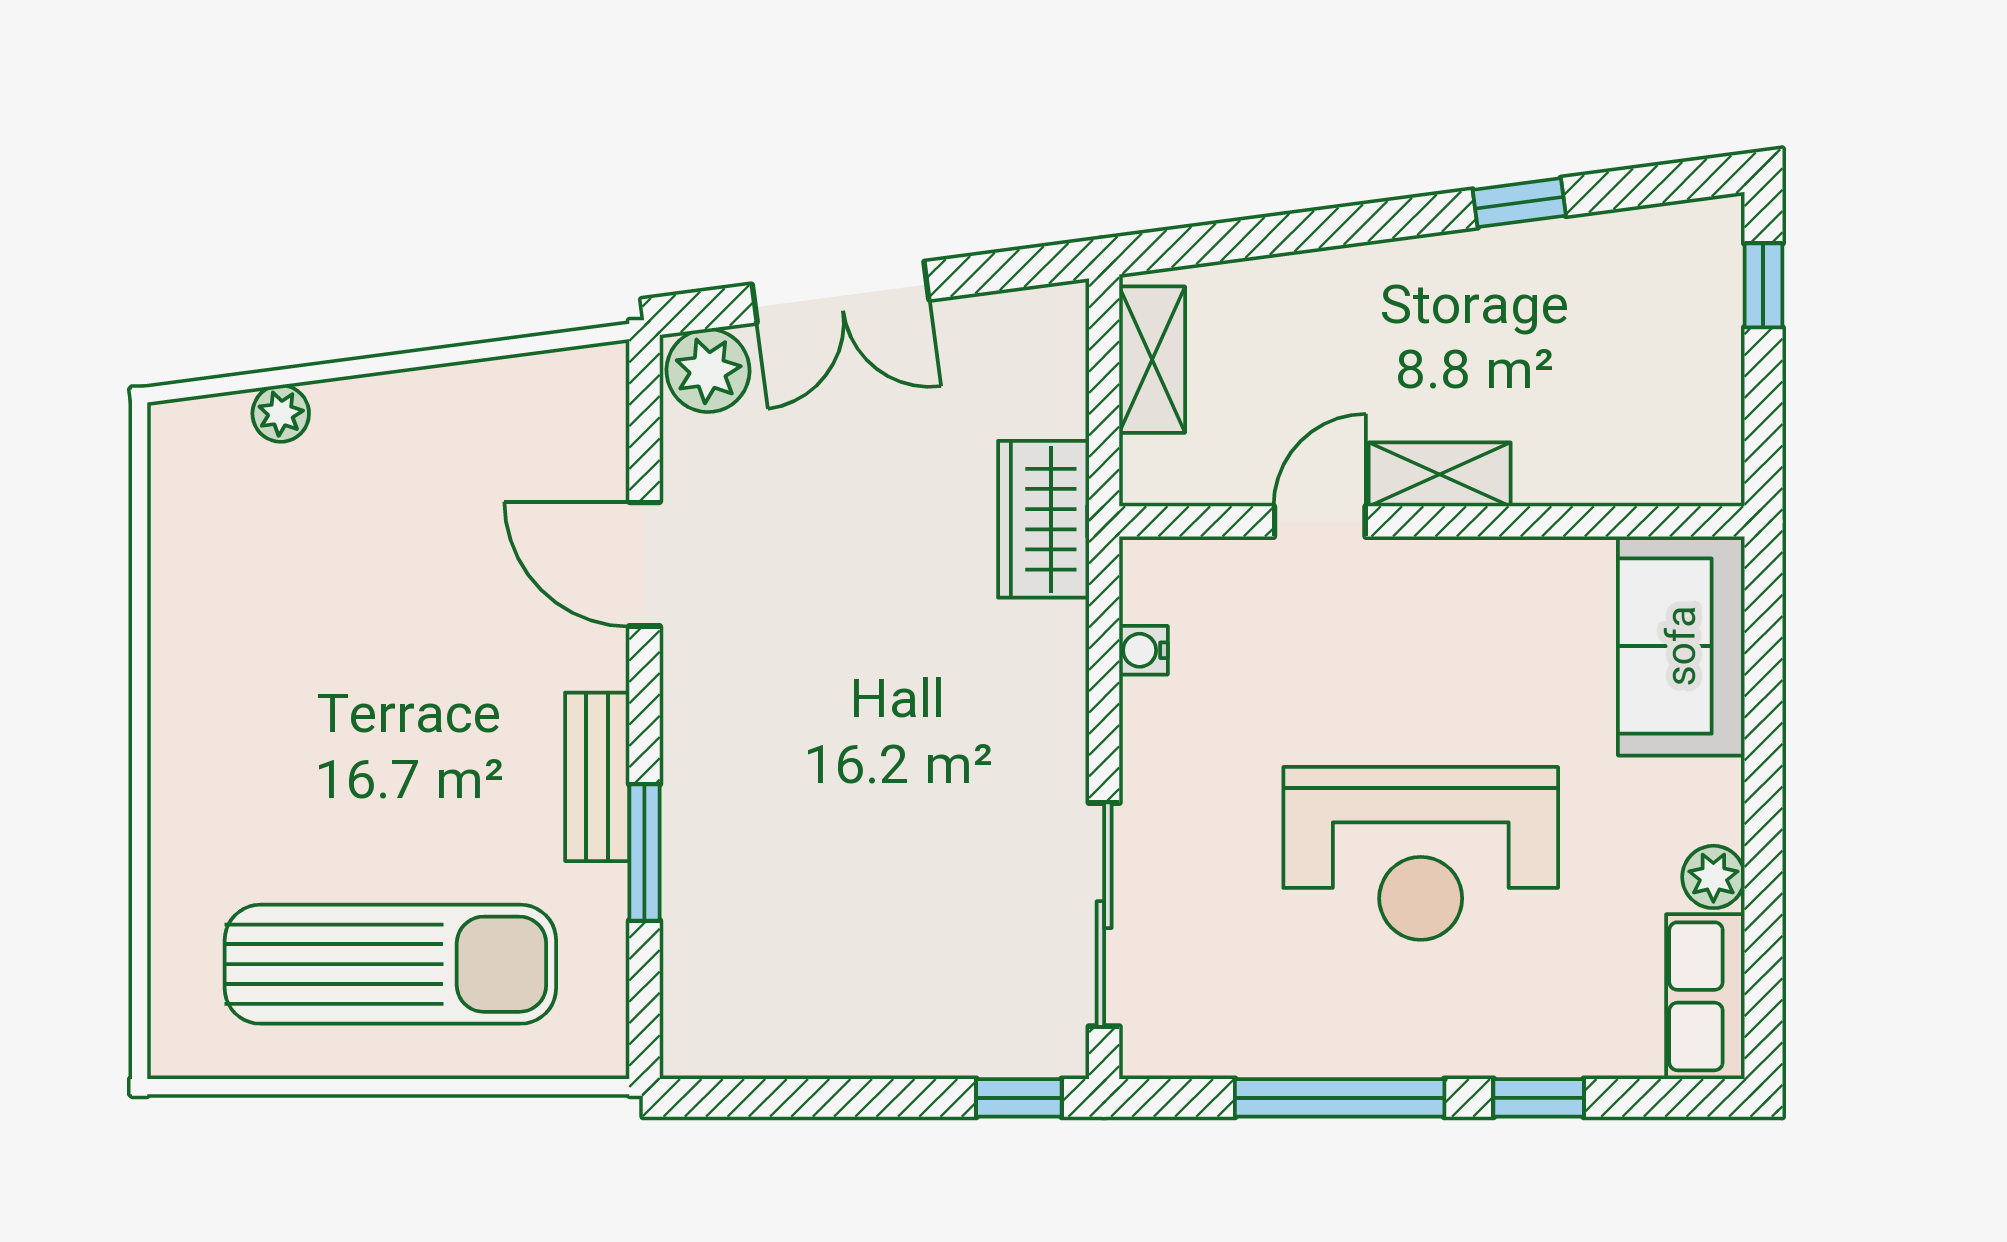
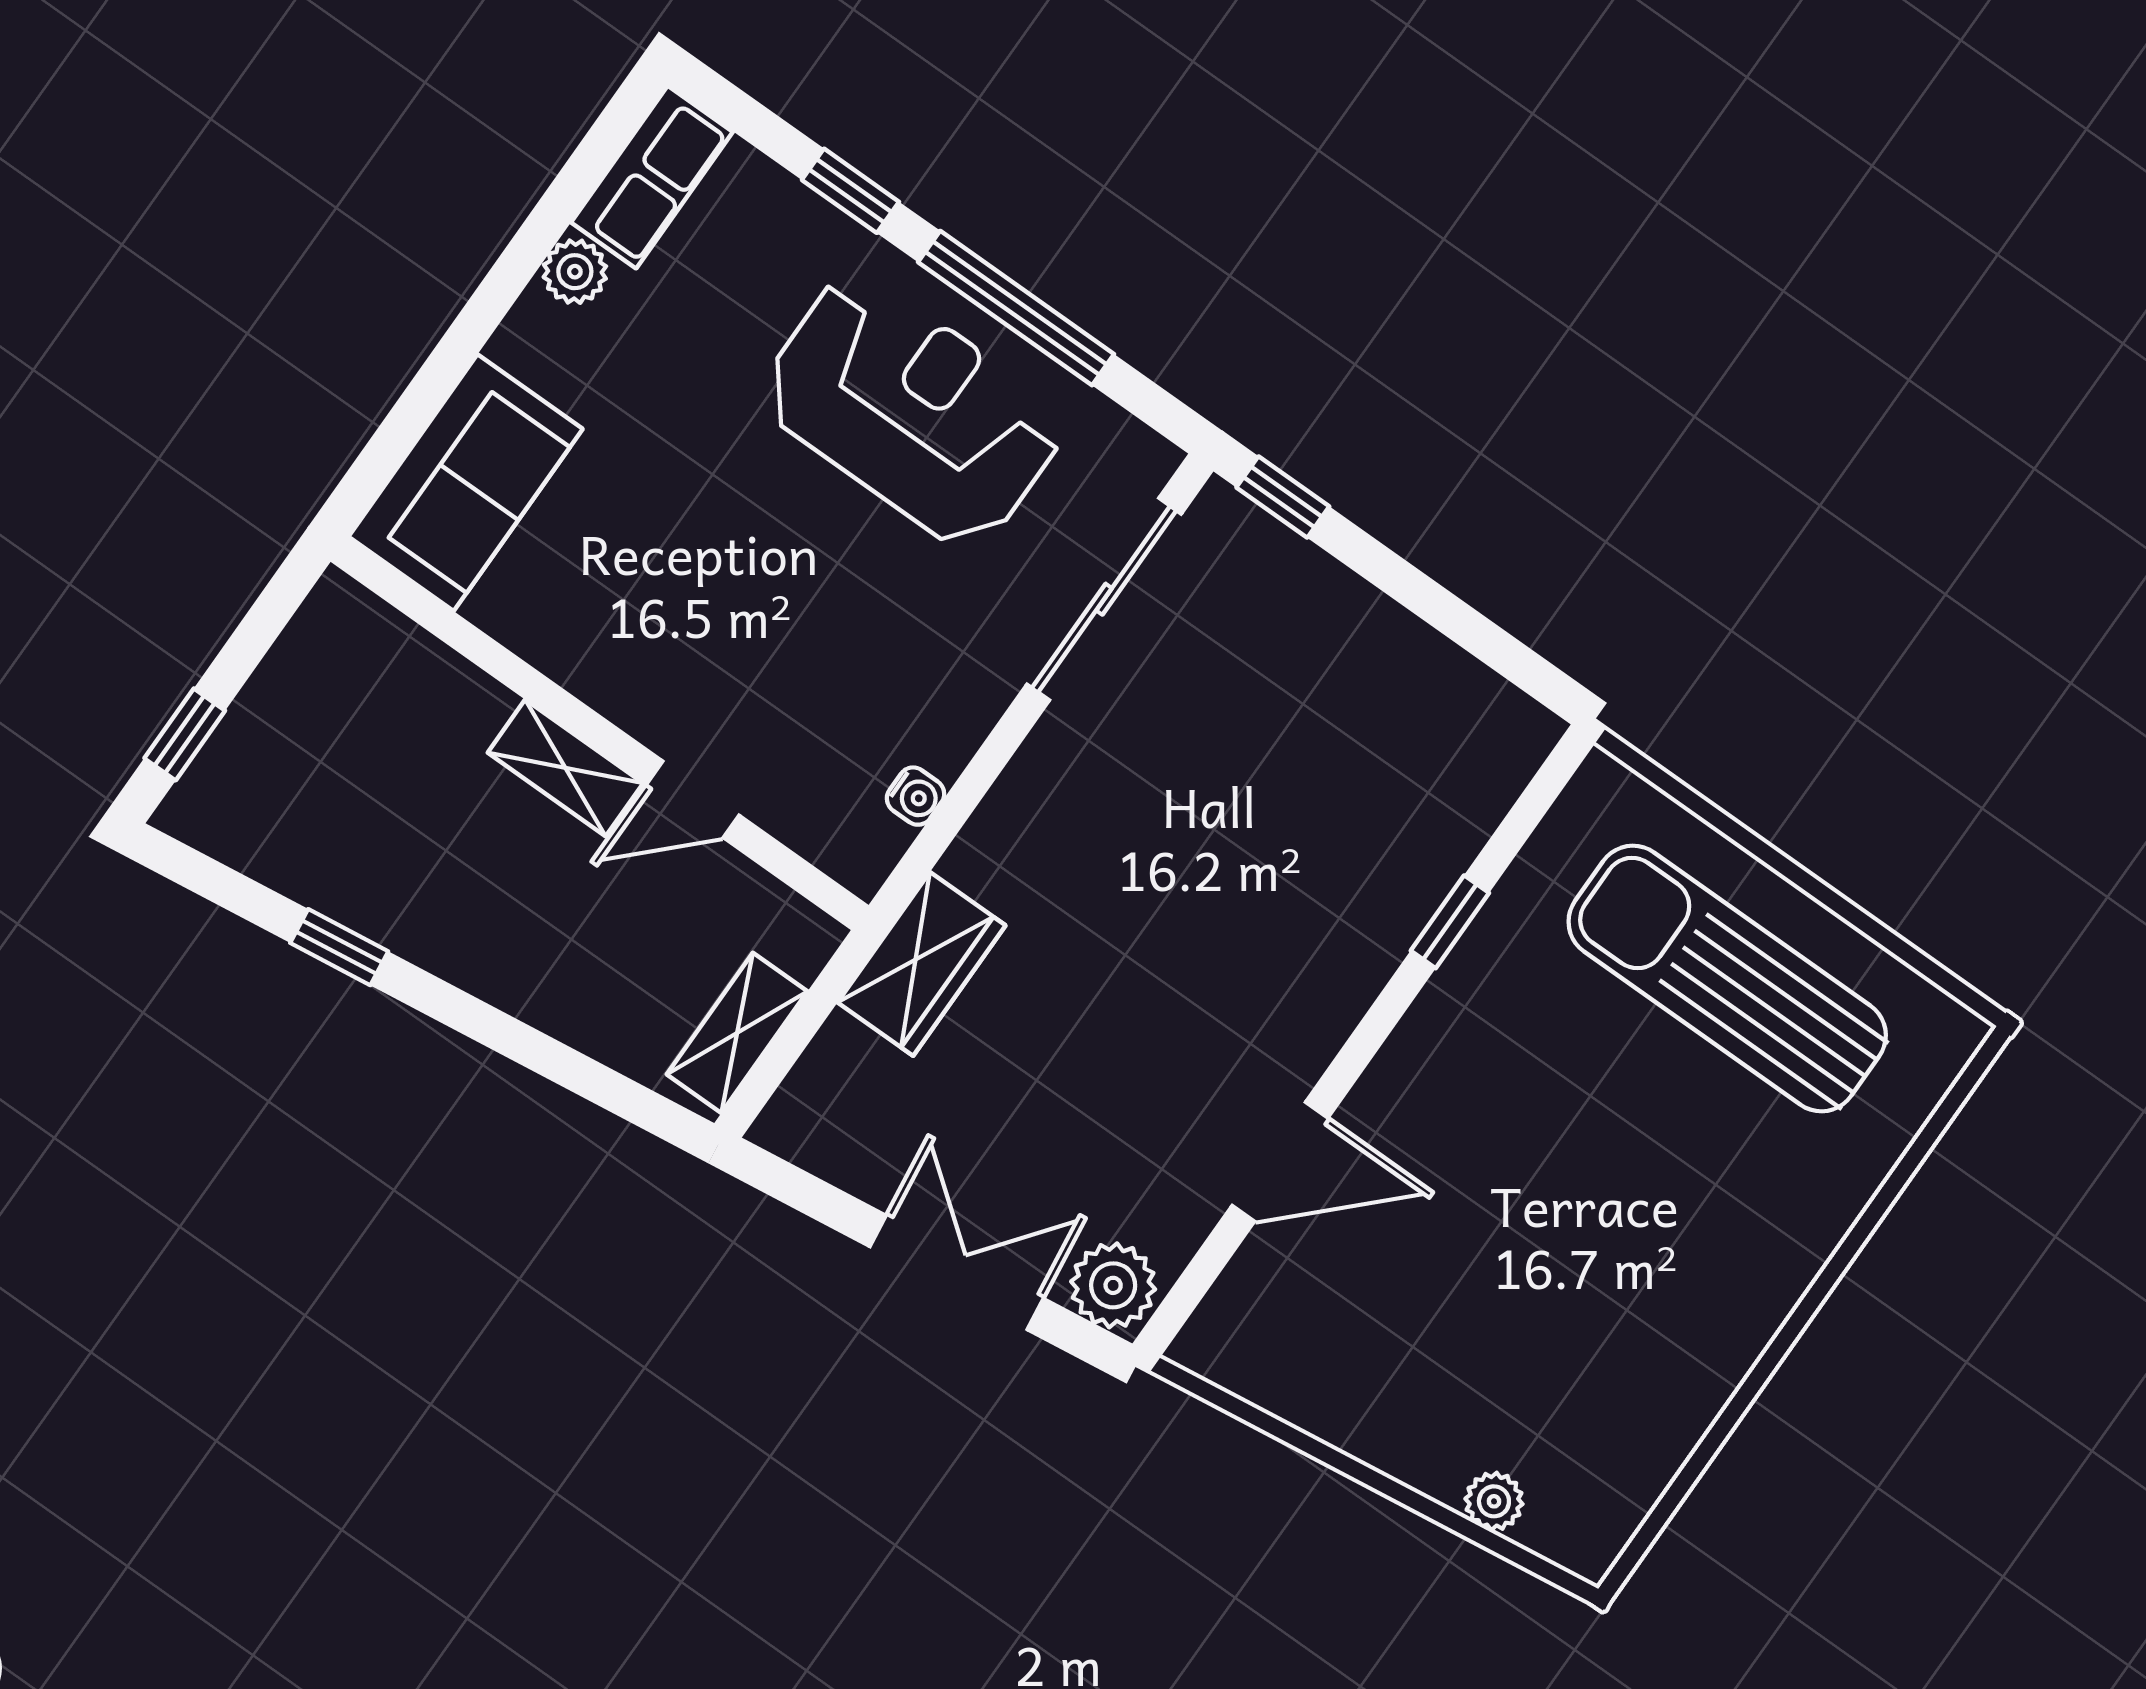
door: (644, 564) -> (1280, 1162), hinge flipped
bench: (597, 777) -> (1445, 1013), removed
window: (644, 852) -> (1450, 922), width x0.67
reception desk: (1421, 853) -> (912, 411), moved

